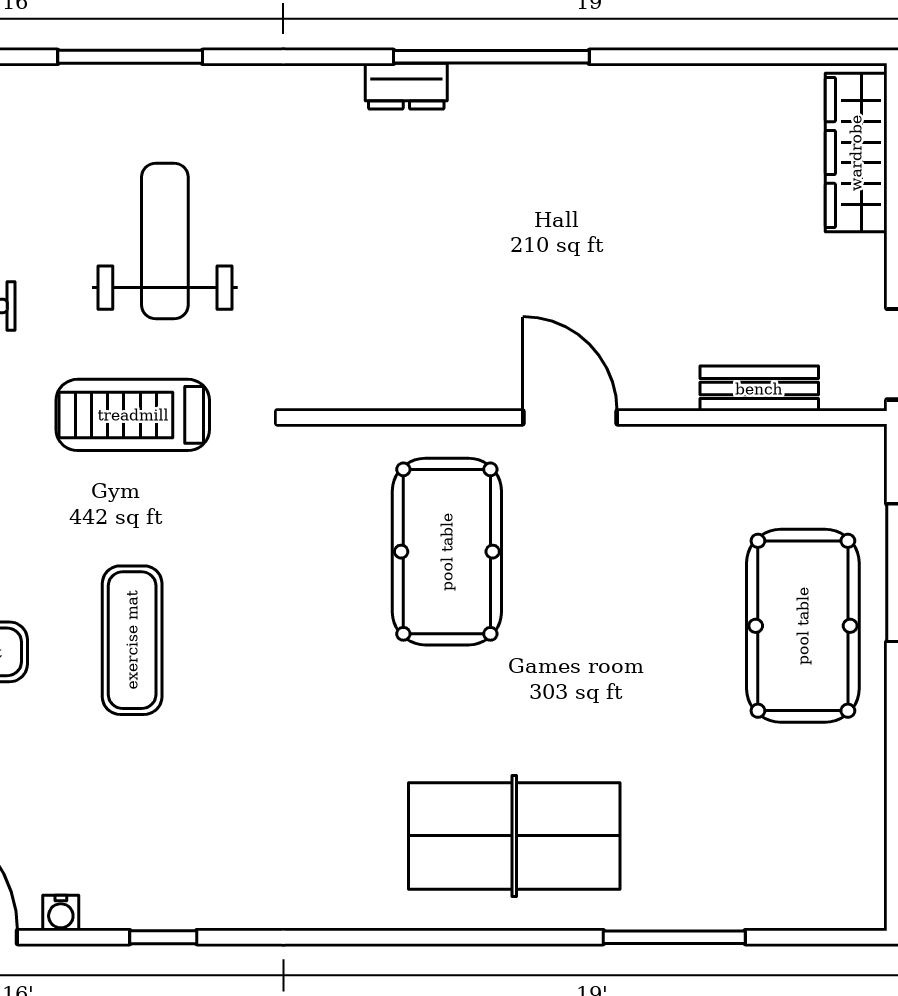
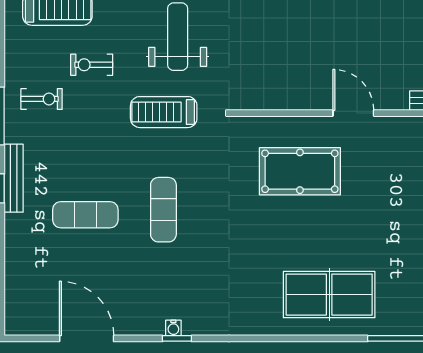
pool table: (447, 552) -> (300, 171), turned 90
water cooler: (61, 913) -> (173, 328), moved

